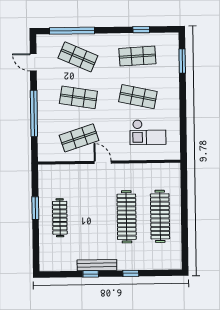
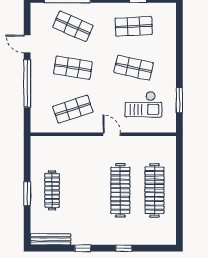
window: (182, 61) -> (179, 100), moved
door: (33, 62) -> (27, 44), moved
door: (103, 162) -> (112, 134), moved
window: (35, 208) -> (27, 194), moved
bench: (97, 265) -> (51, 239), moved

